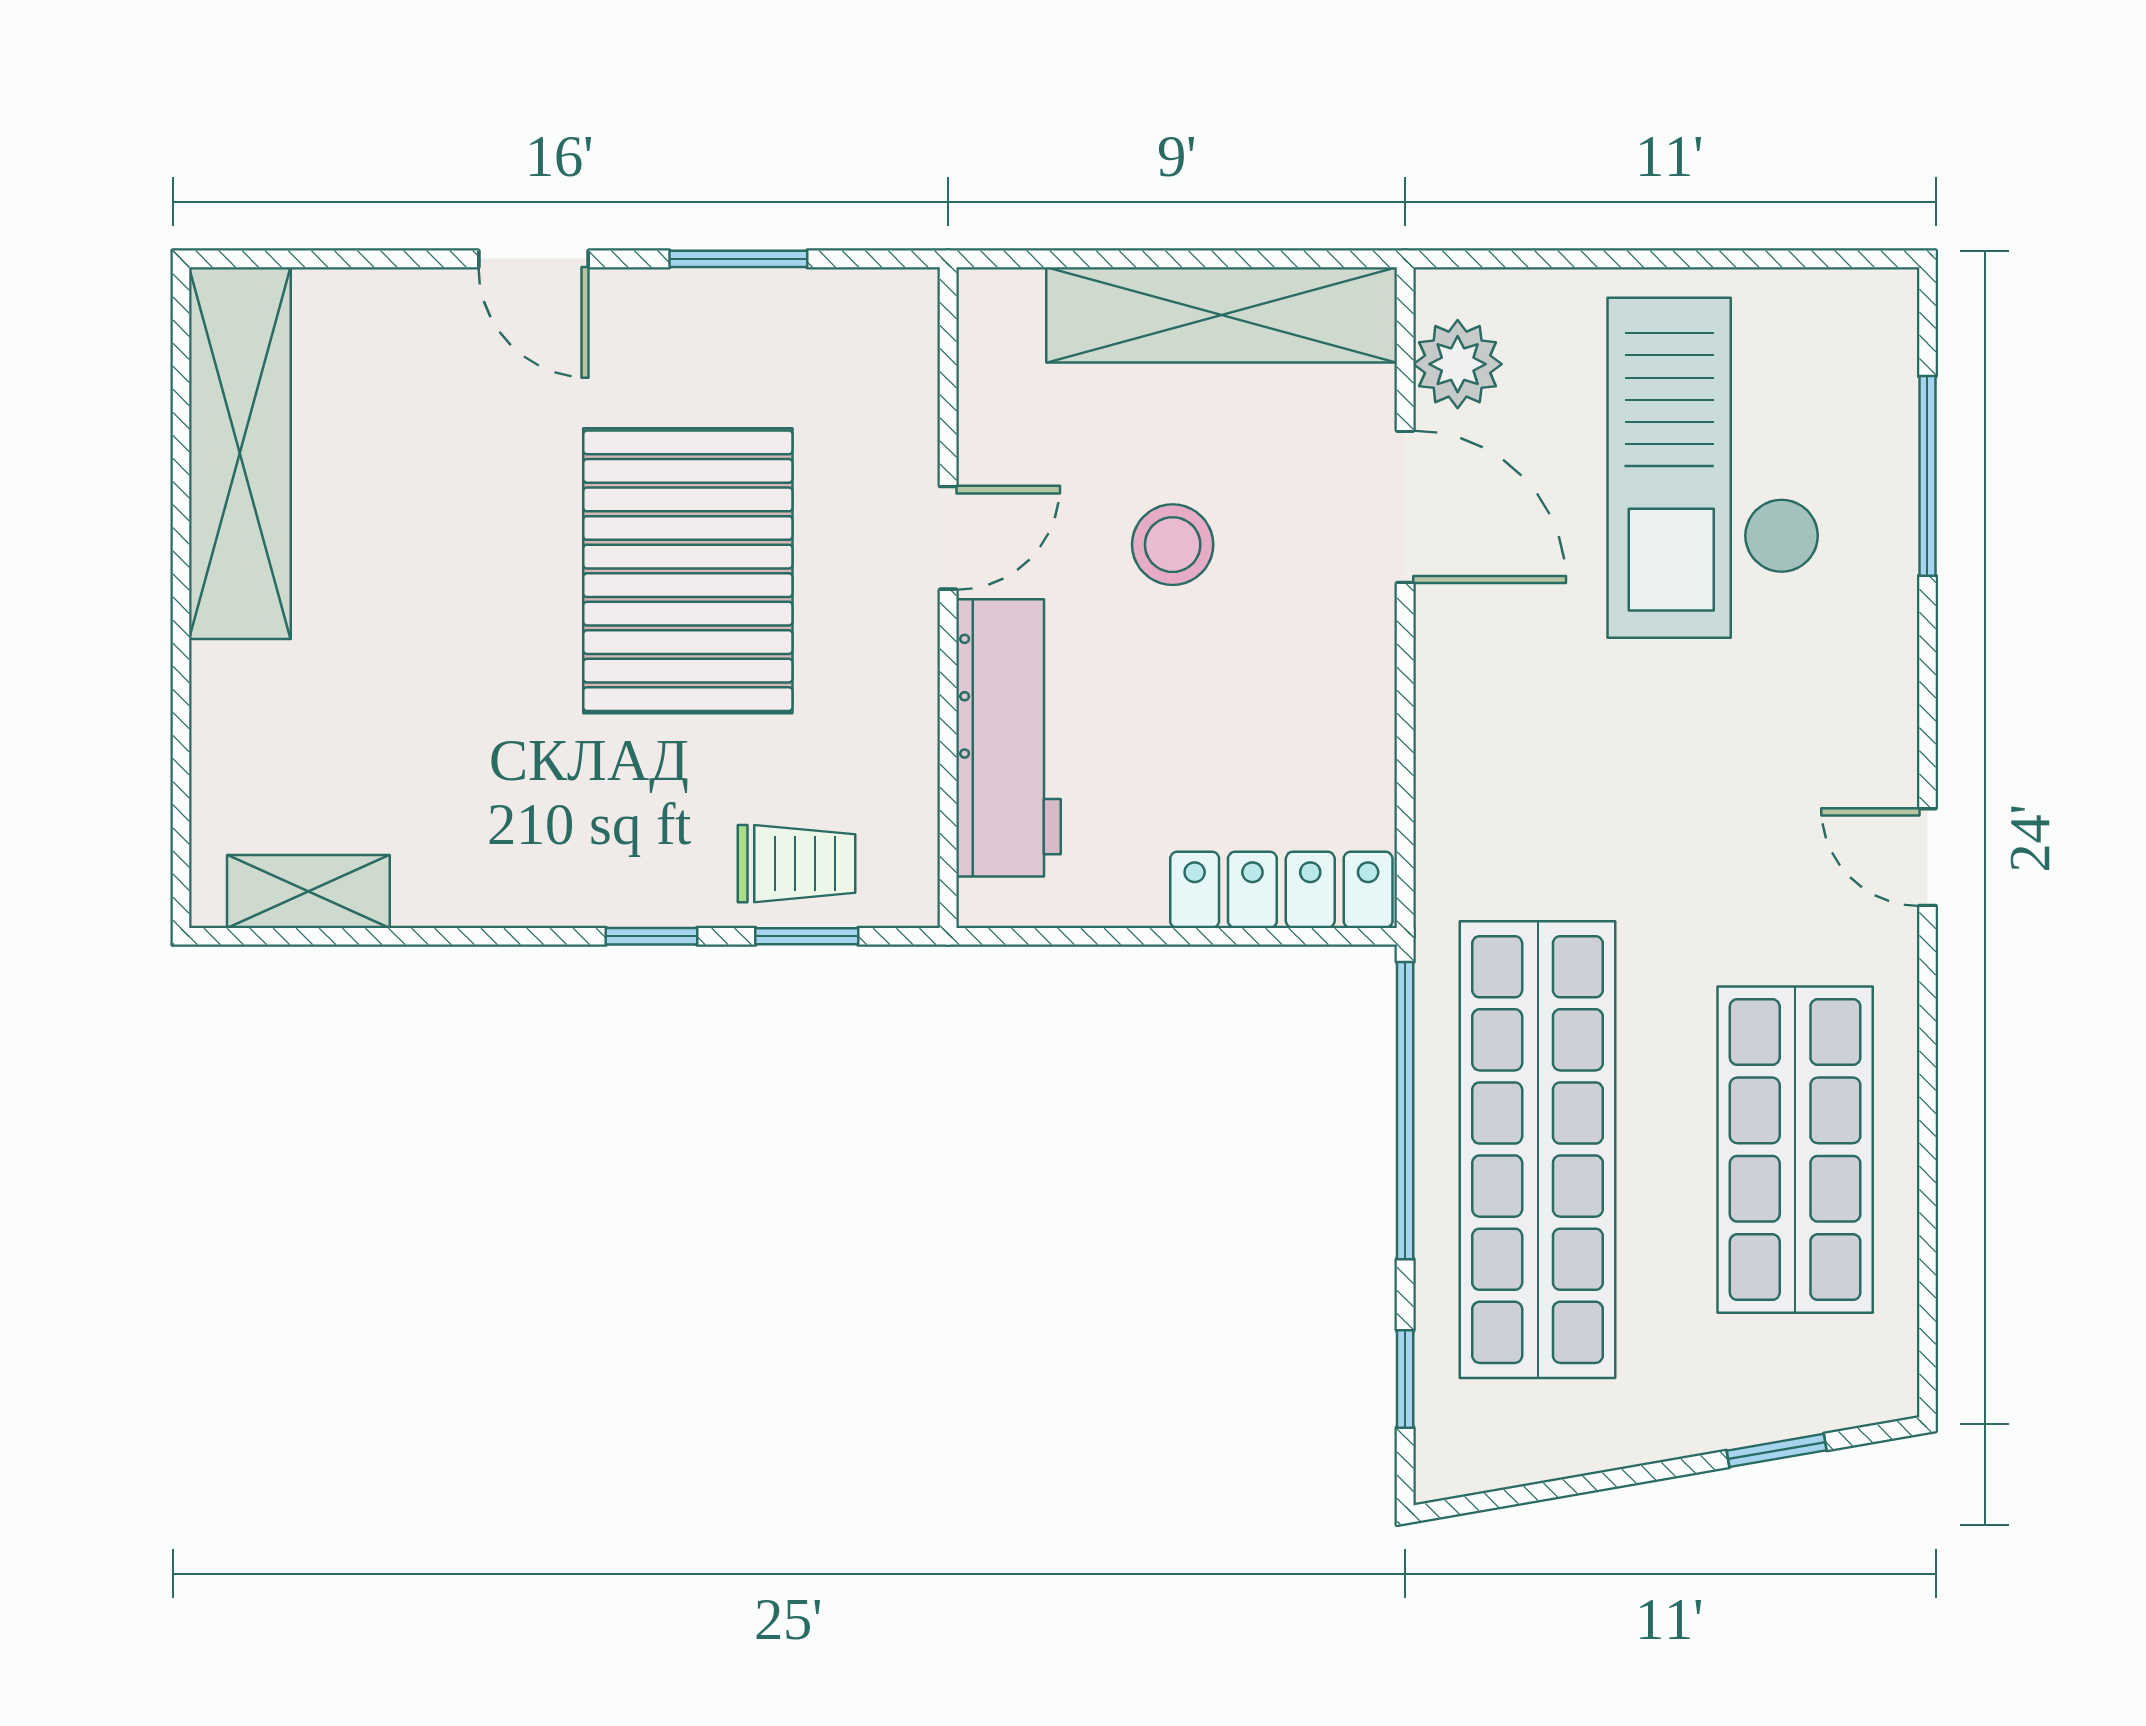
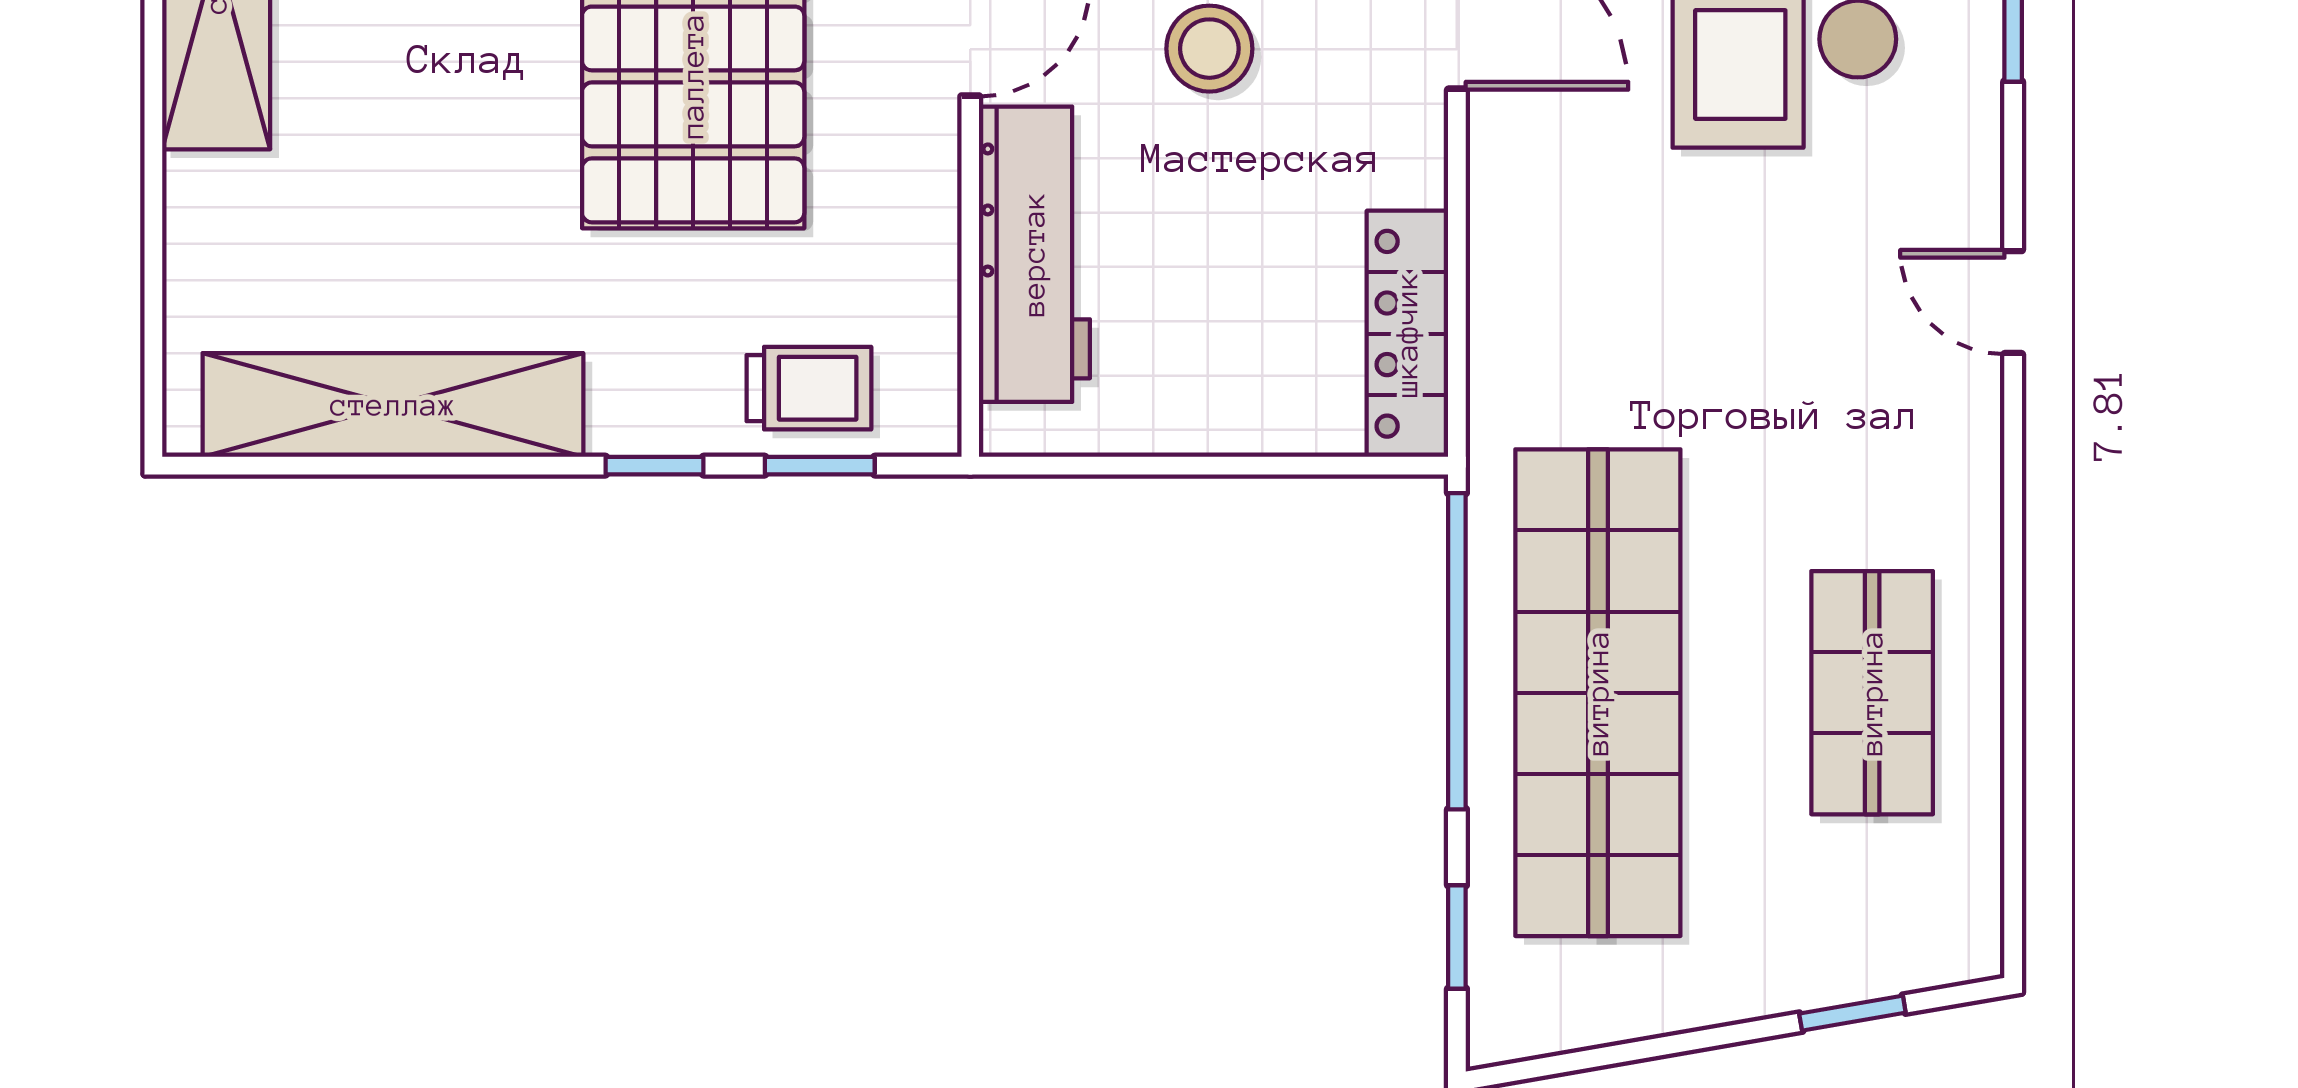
door: (1927, 857) -> (2013, 302), moved
locker: (1281, 890) -> (1407, 334), moved, turned -90
shelving: (308, 892) -> (393, 405), width x2.20, depth x1.33
shop shelf: (1795, 1150) -> (1872, 693), width x0.70, depth x0.74

